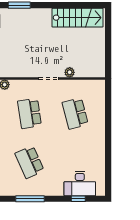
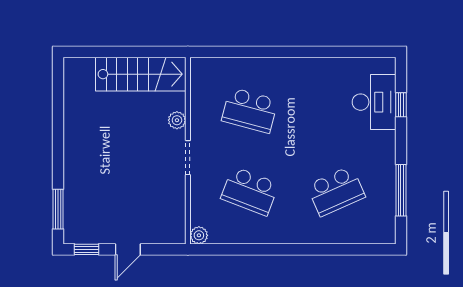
stairs: (77, 18) -> (141, 74), moved, turned 90
school desk: (30, 113) -> (250, 191), turned 30
school desk: (75, 113) -> (250, 110), turned 30

